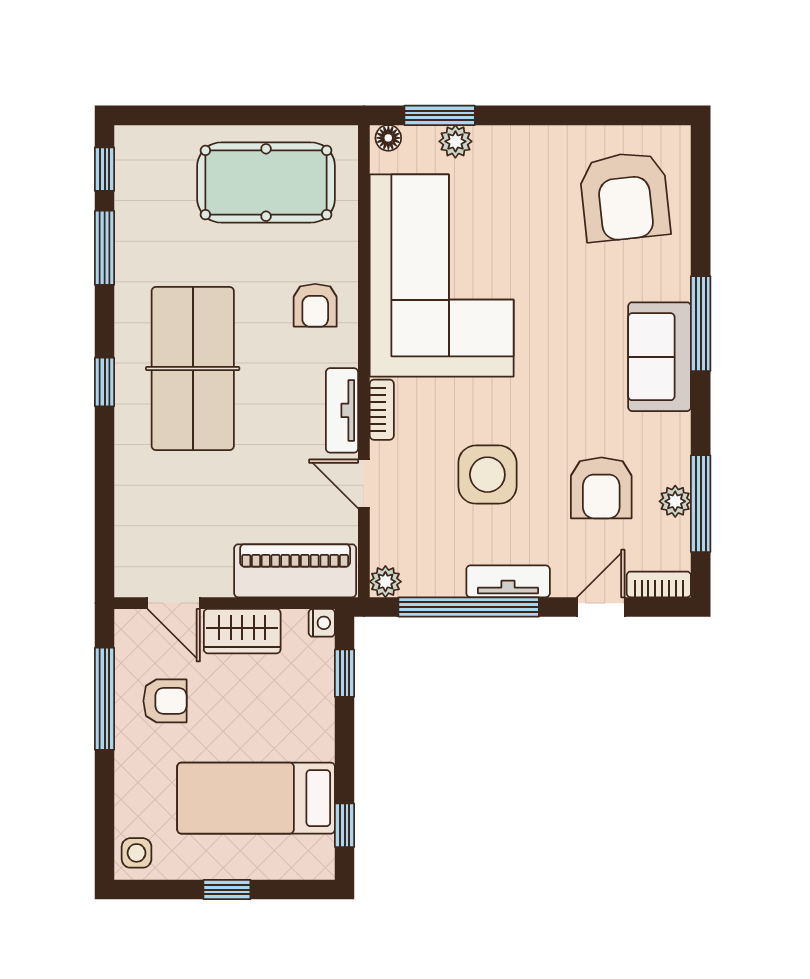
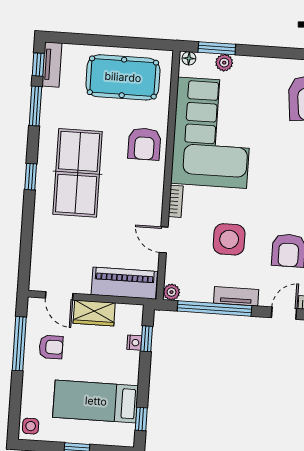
armchair: (315, 305) -> (144, 144), width x1.38, depth x1.38
tv unit: (342, 410) -> (52, 65), moved, turned 180
nightstand: (322, 623) -> (134, 343), moved

